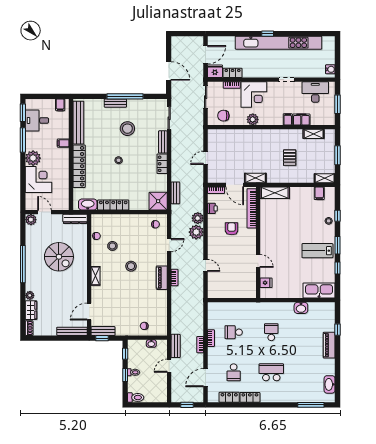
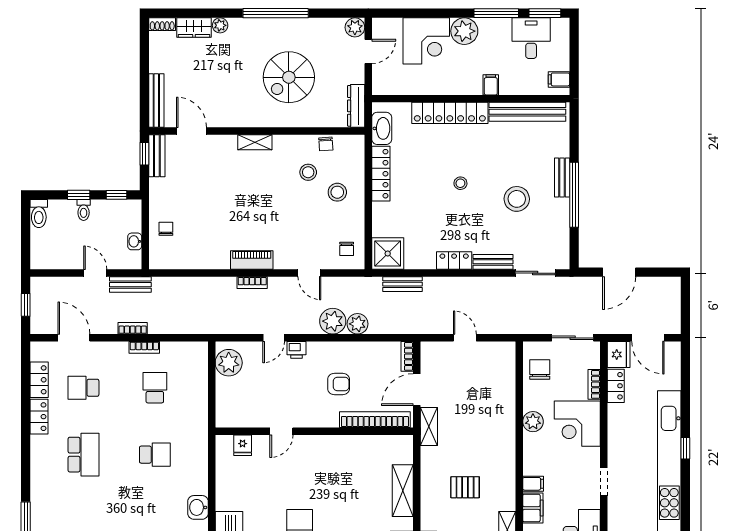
shelving: (275, 193) -> (403, 491), moved
printer: (212, 208) -> (296, 350), moved
stool: (131, 266) -> (337, 192), moved
plant: (220, 291) -> (229, 363), added

